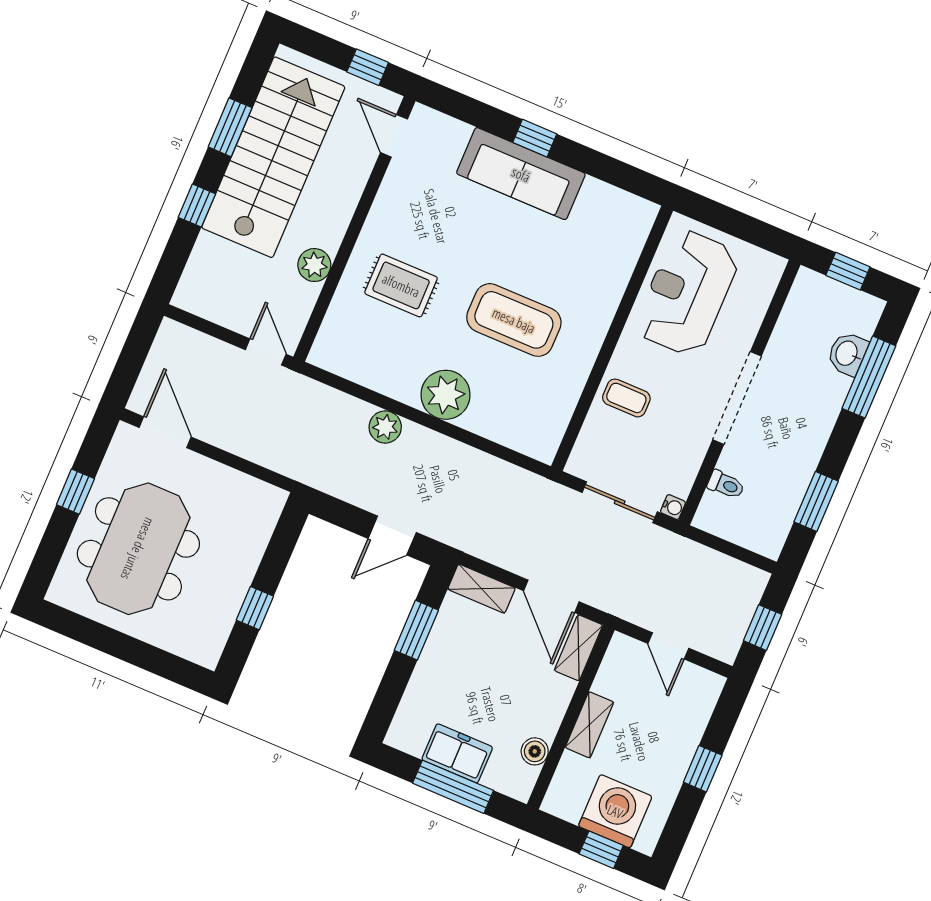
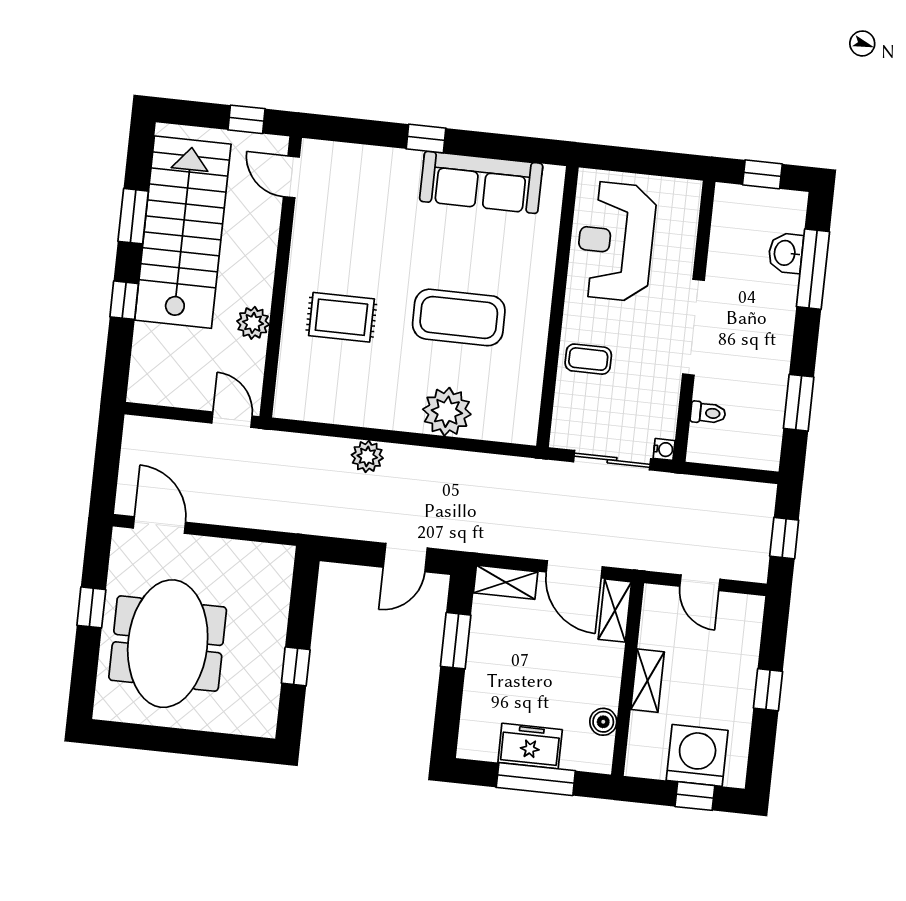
sofa: (521, 174) -> (481, 182), moved
plant: (446, 395) -> (447, 412), moved

